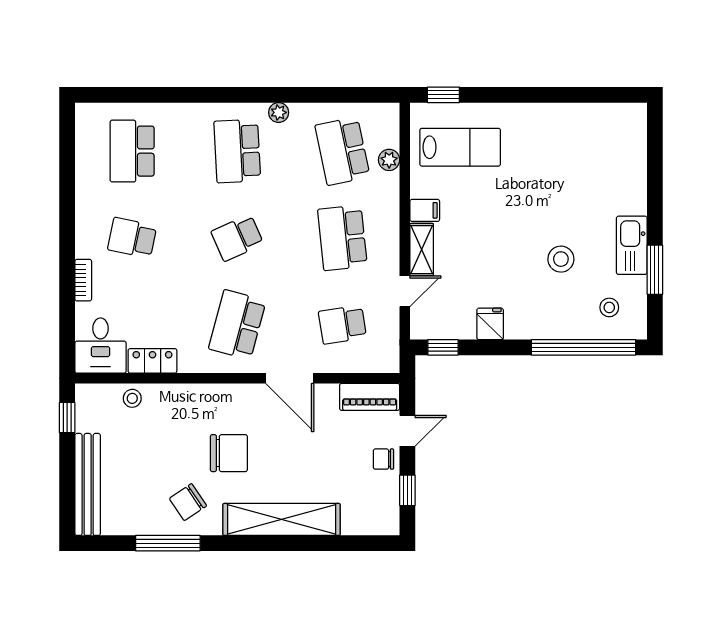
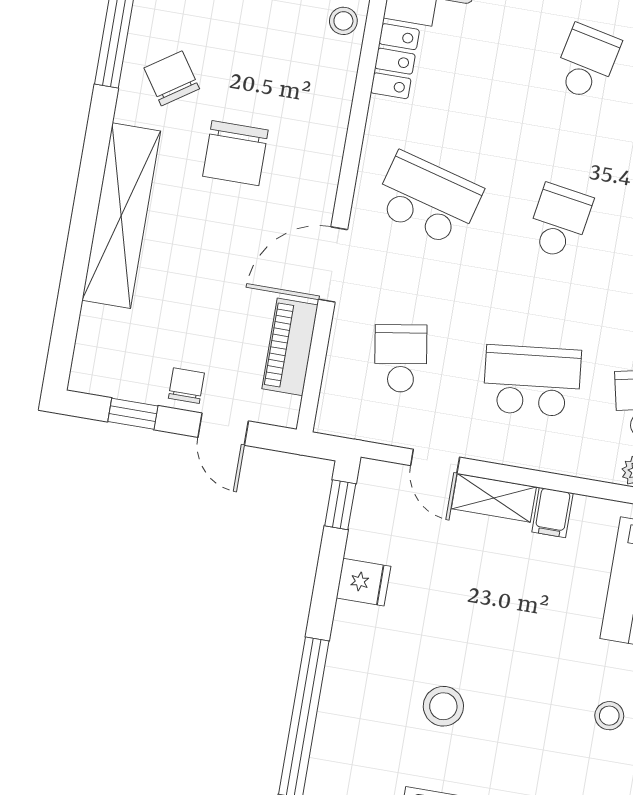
school desk: (237, 238) -> (559, 222), turned 33
stool: (609, 307) -> (609, 716), moved
piano: (370, 397) -> (290, 347), moved

